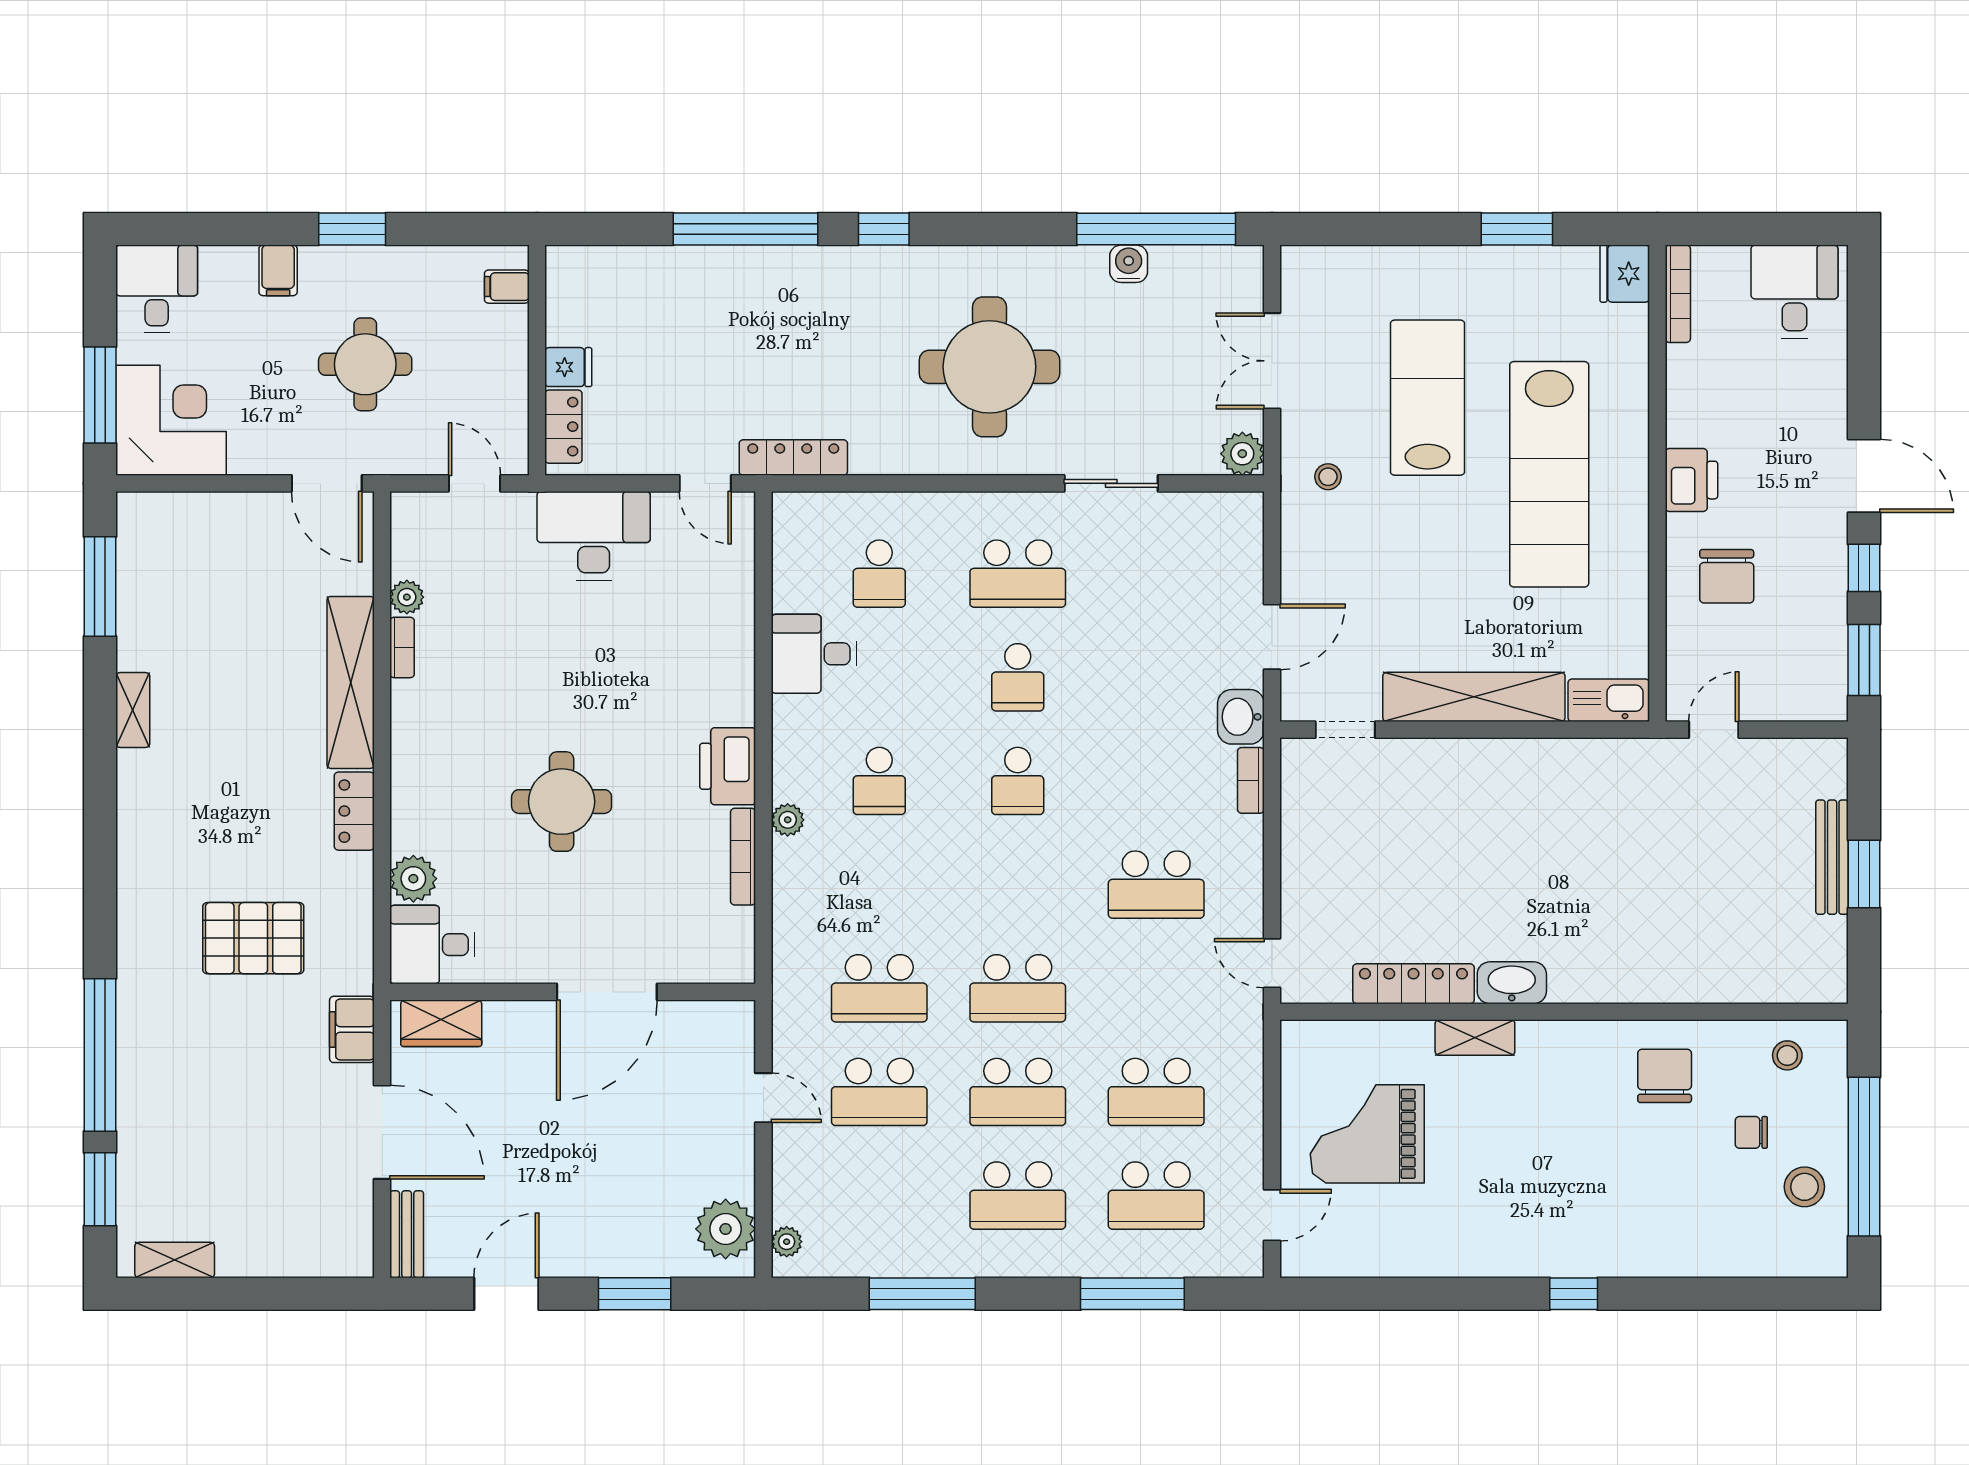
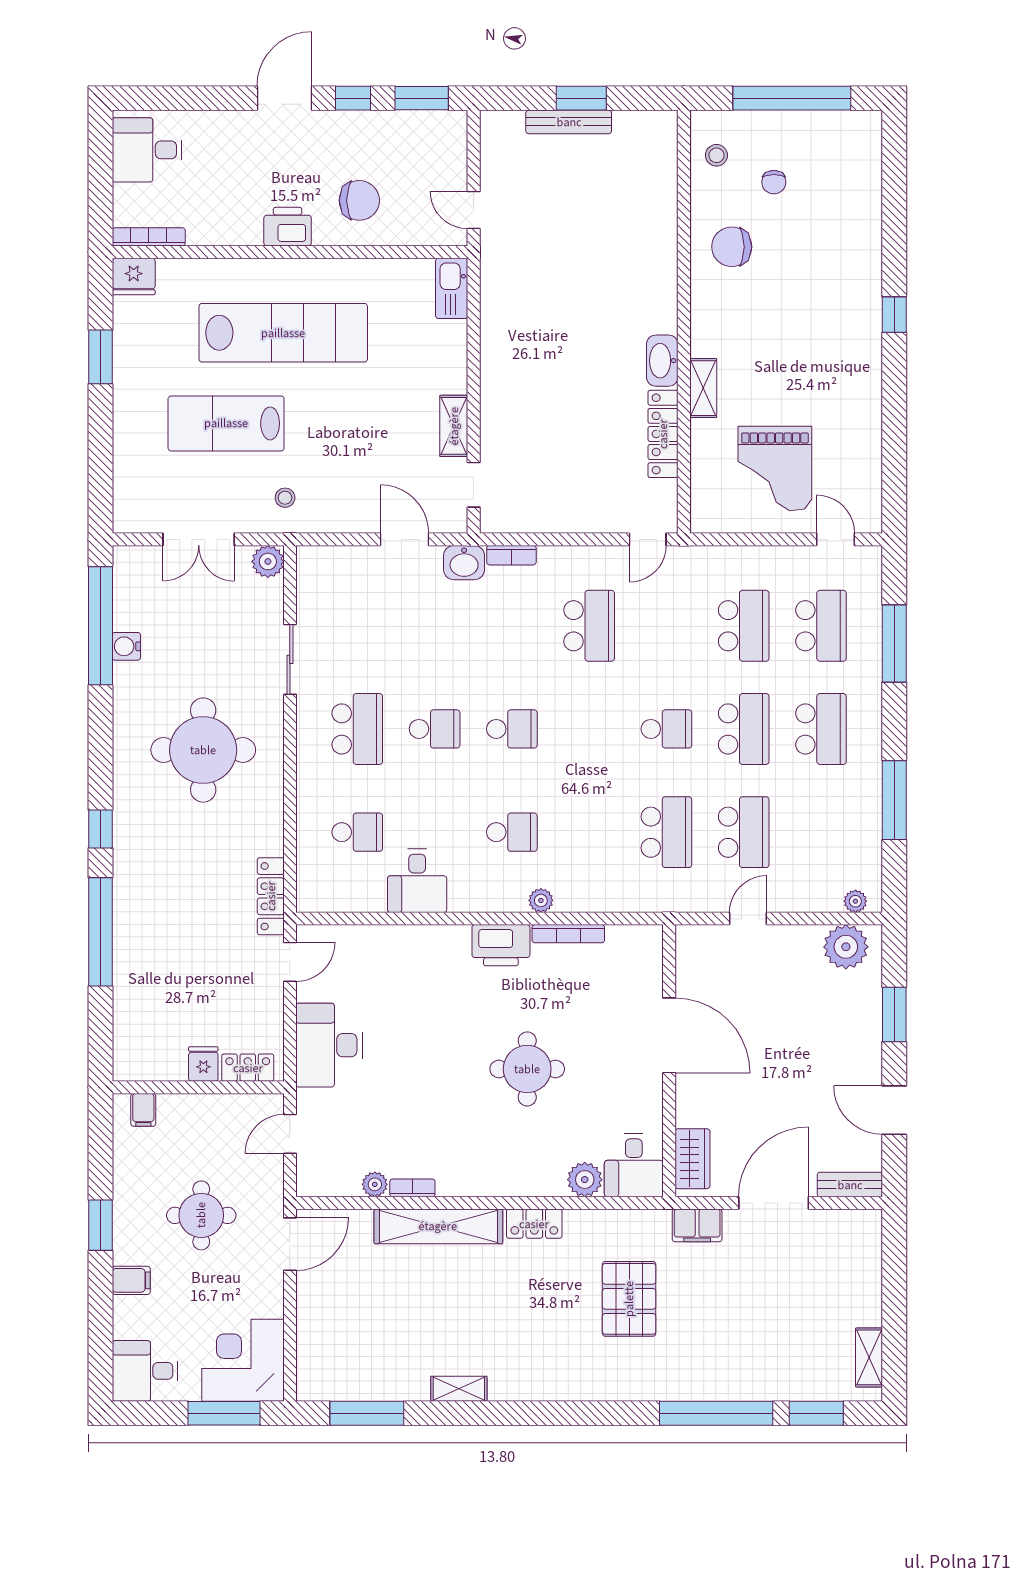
shelving: (1474, 697) -> (454, 426), width x0.45, depth x0.75
school desk: (1018, 988) -> (666, 729), width x0.54
stool: (1804, 1187) -> (814, 142), removed

